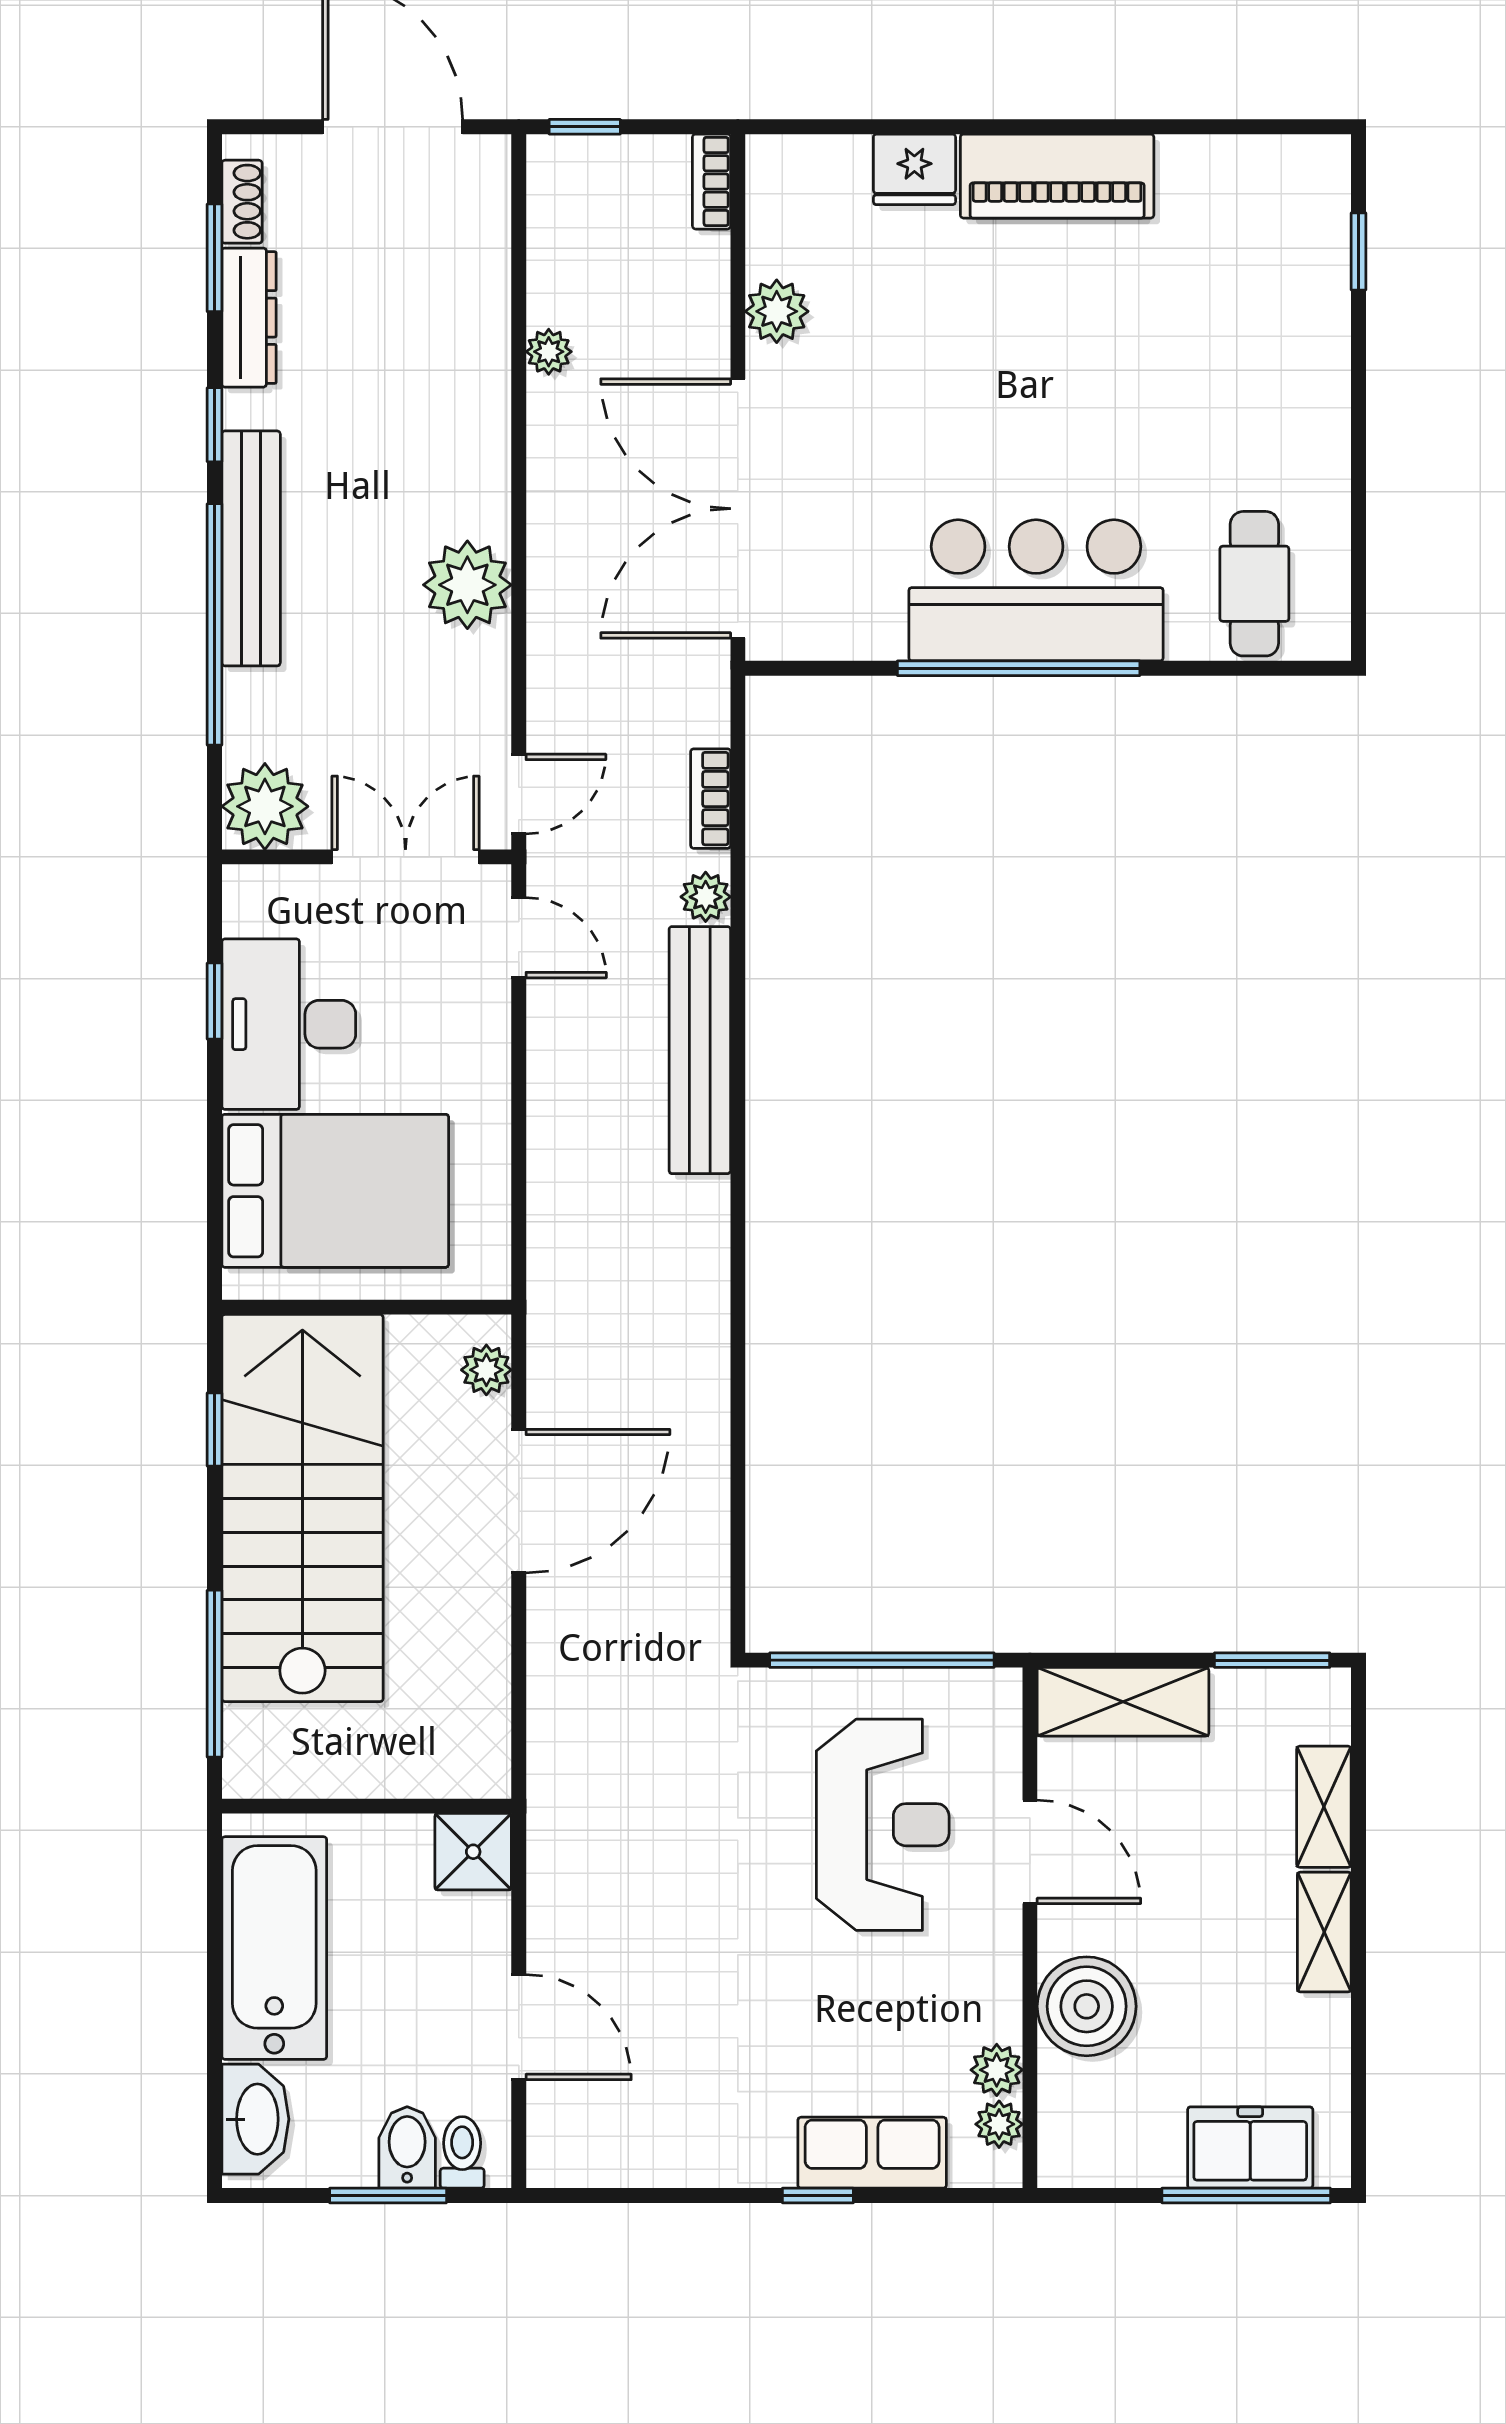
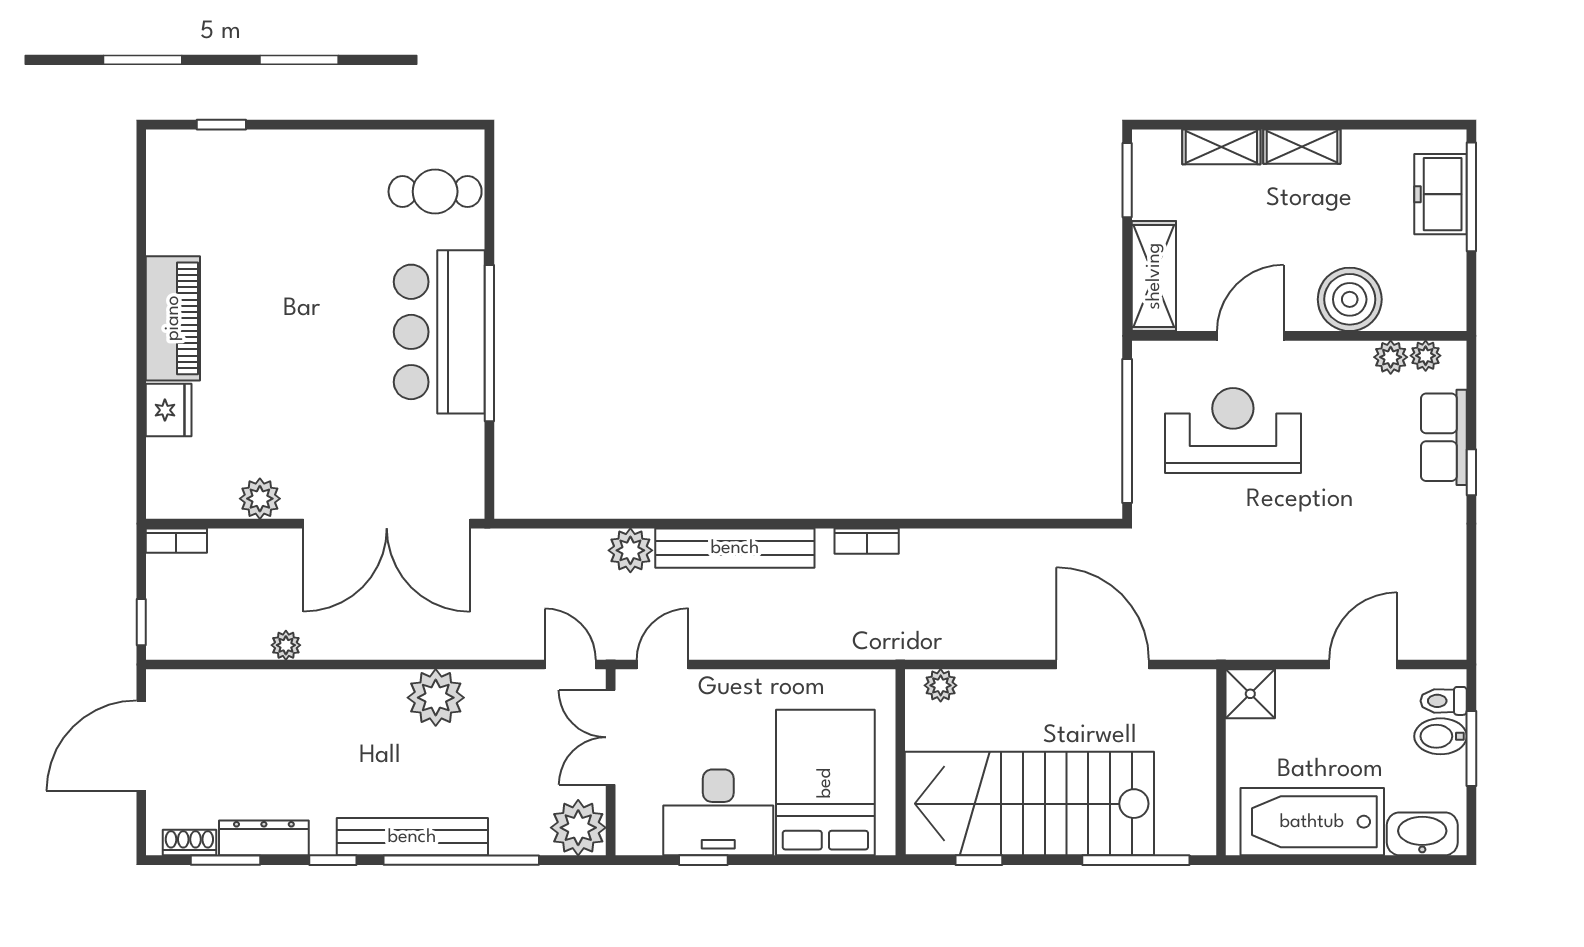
bookcase: (711, 799) -> (867, 541), moved
plant: (706, 897) -> (630, 550), width x1.38, depth x1.38
door: (519, 1501) -> (1103, 665), moved

